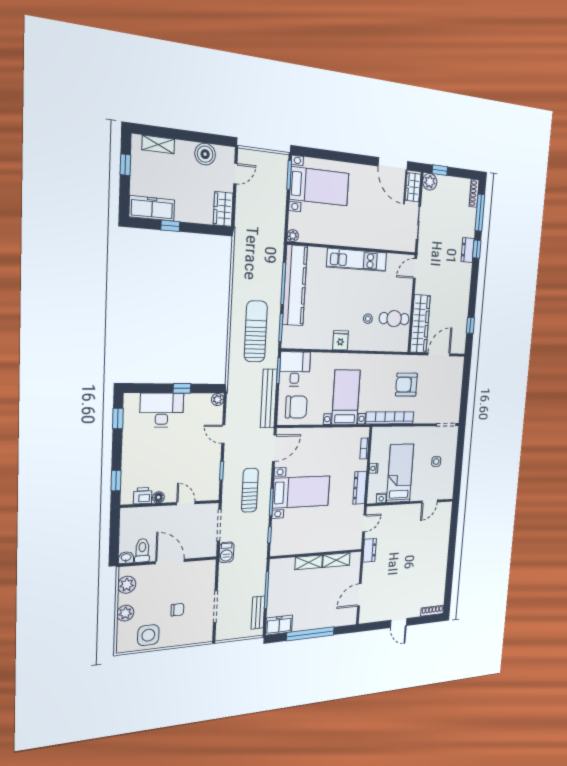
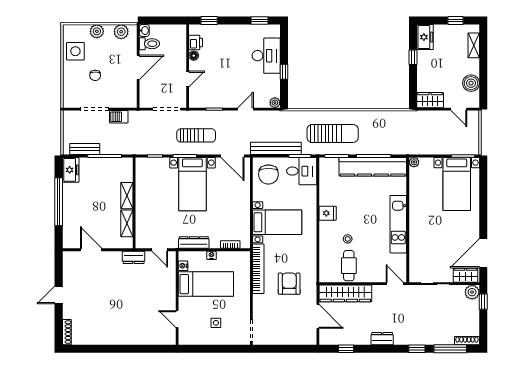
freezer: (152, 208) -> (425, 37), width x0.71
dresser: (468, 250) -> (382, 339), moved
barbecue: (226, 552) -> (119, 117), moved

